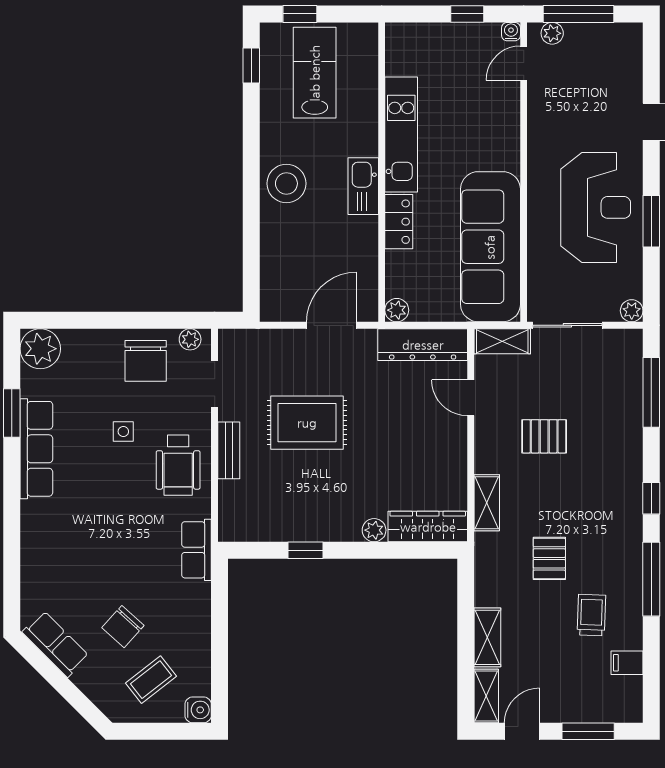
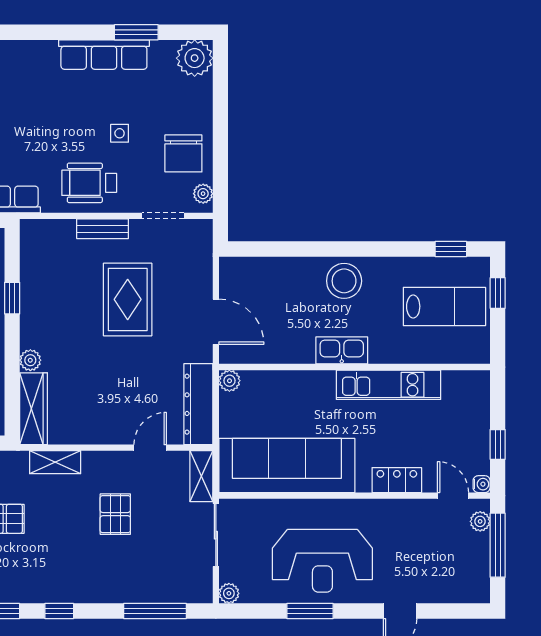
locker: (399, 222) -> (397, 480), moved, turned 180
chair: (146, 361) -> (183, 153), turned -90

